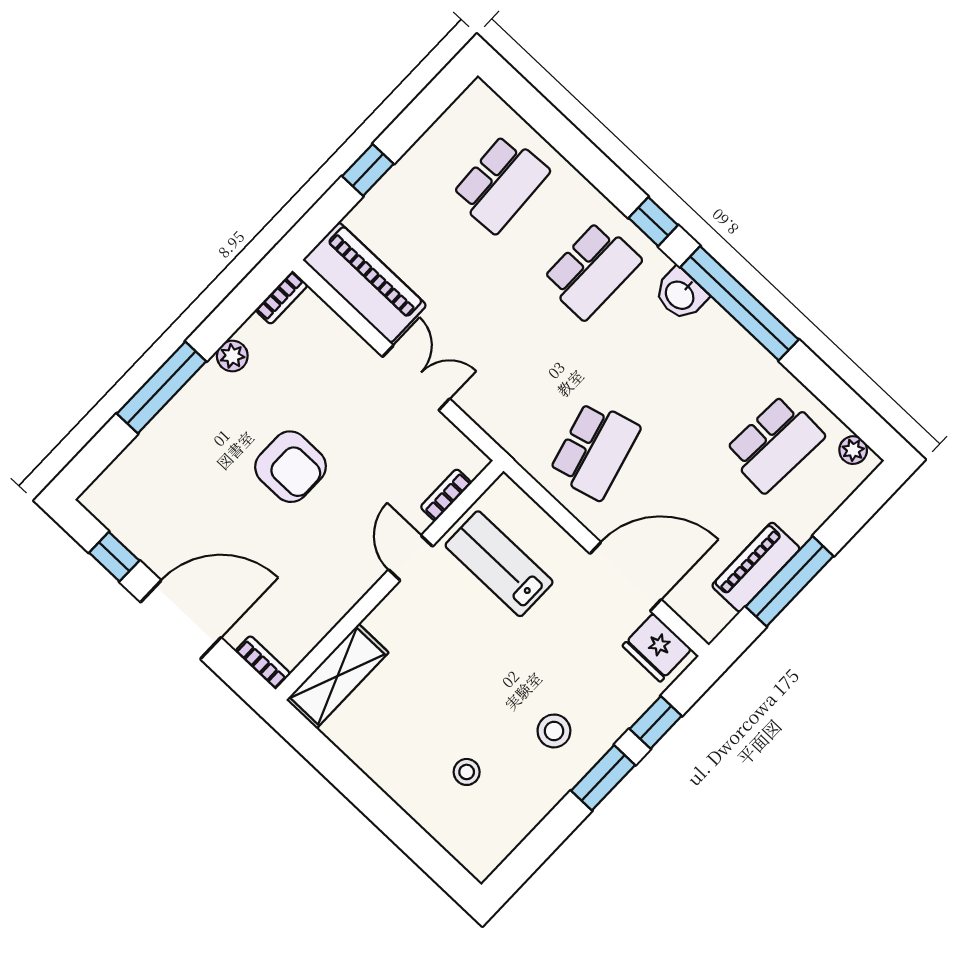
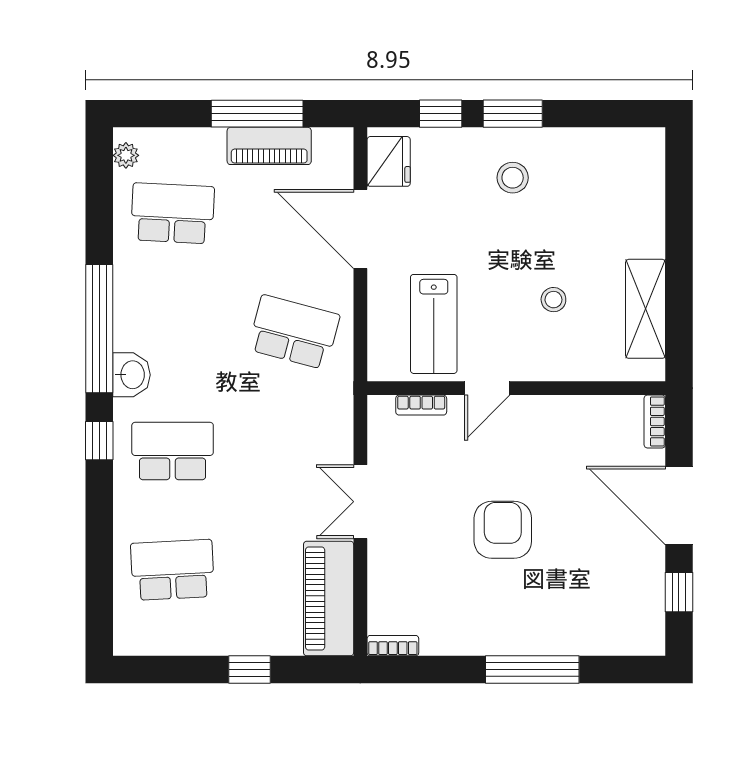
plant: (232, 356) -> (465, 641), removed
school desk: (595, 450) -> (294, 332), turned 30
shelving: (337, 676) -> (646, 309), moved, turned 90
stool: (467, 772) -> (553, 300), moved

